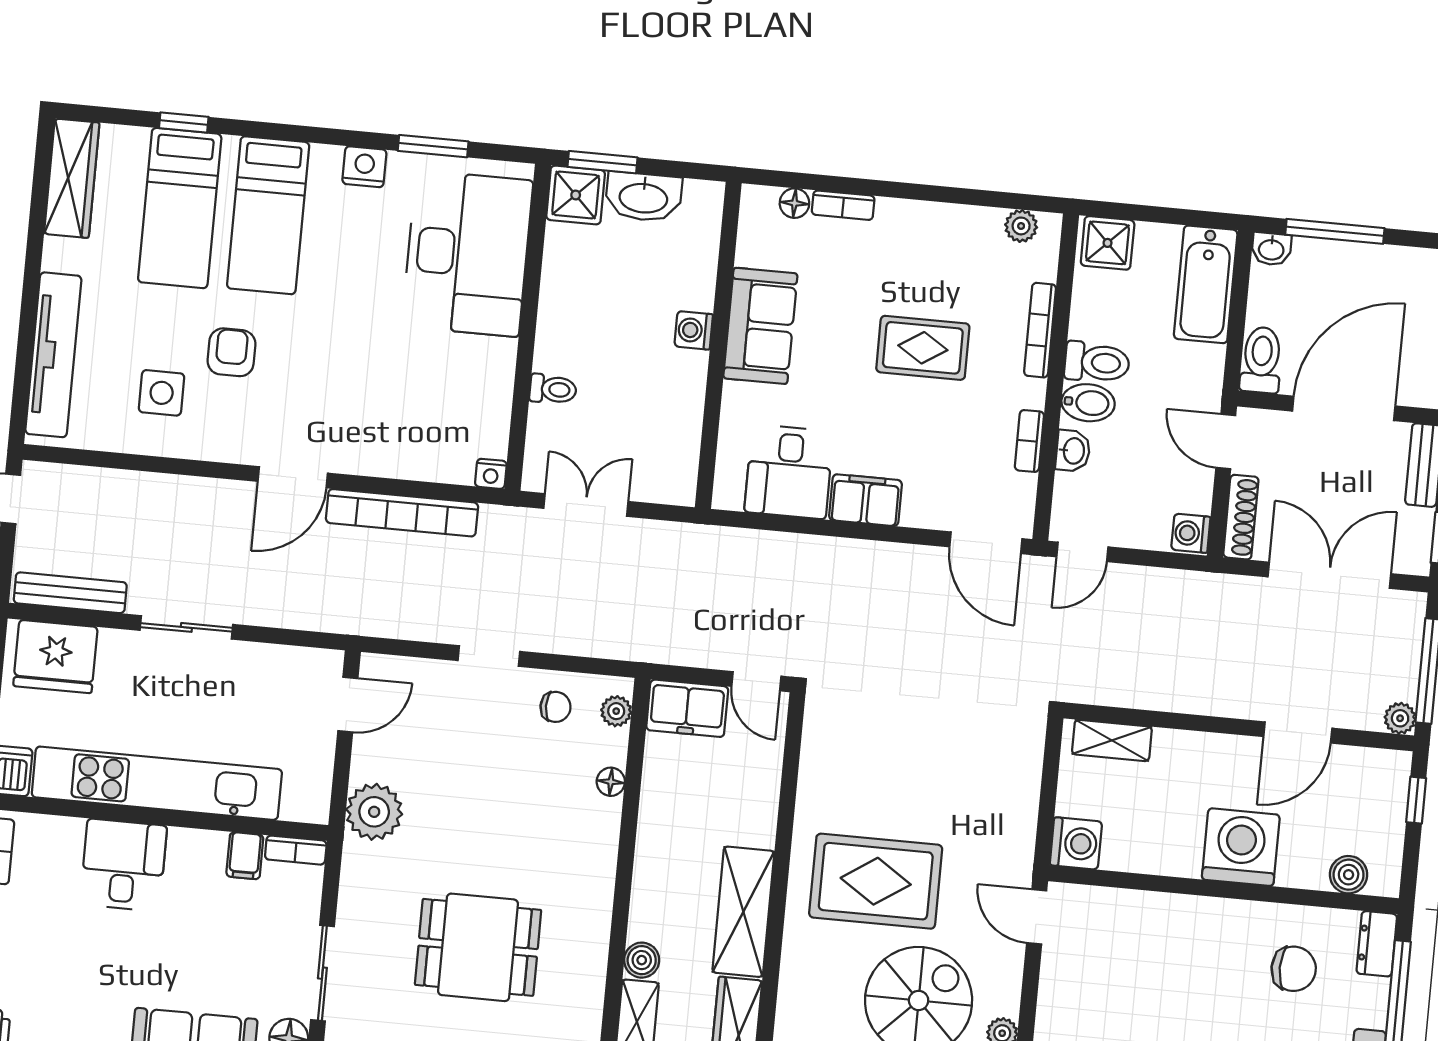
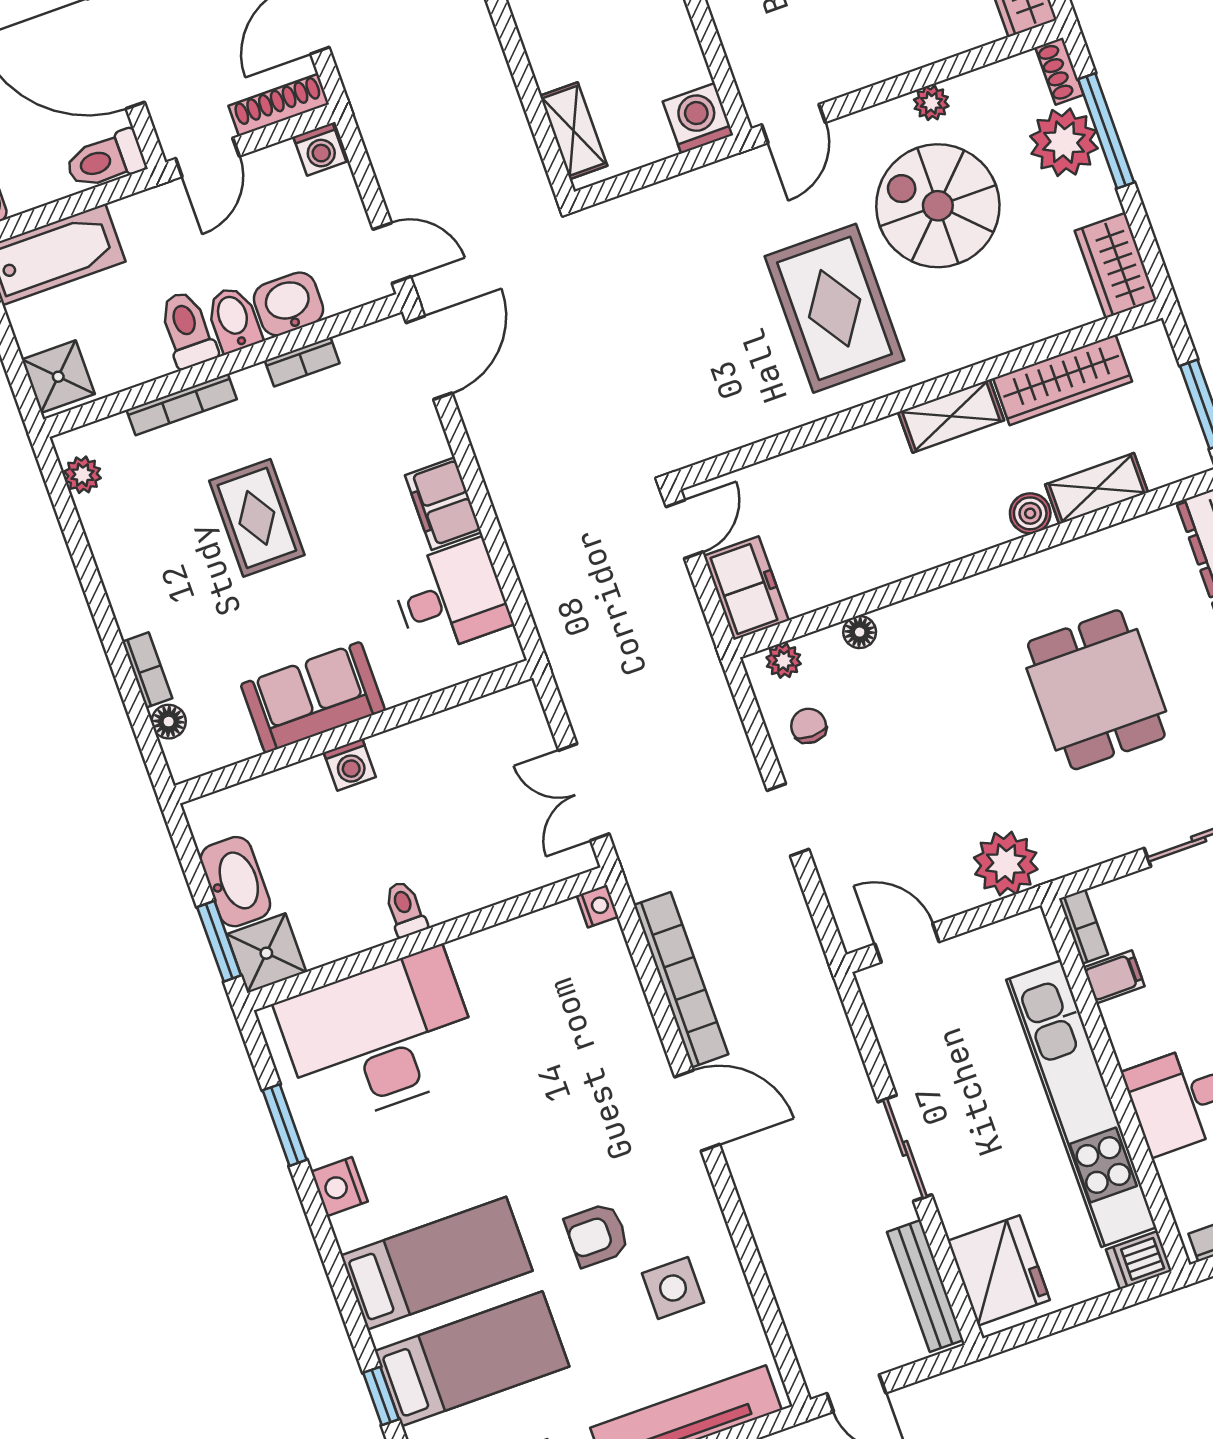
toilet: (553, 389) -> (405, 909), moved
washbasin: (1073, 451) -> (288, 304), width x1.38, depth x1.45
shelving: (743, 912) -> (951, 416), width x0.67, depth x0.75

